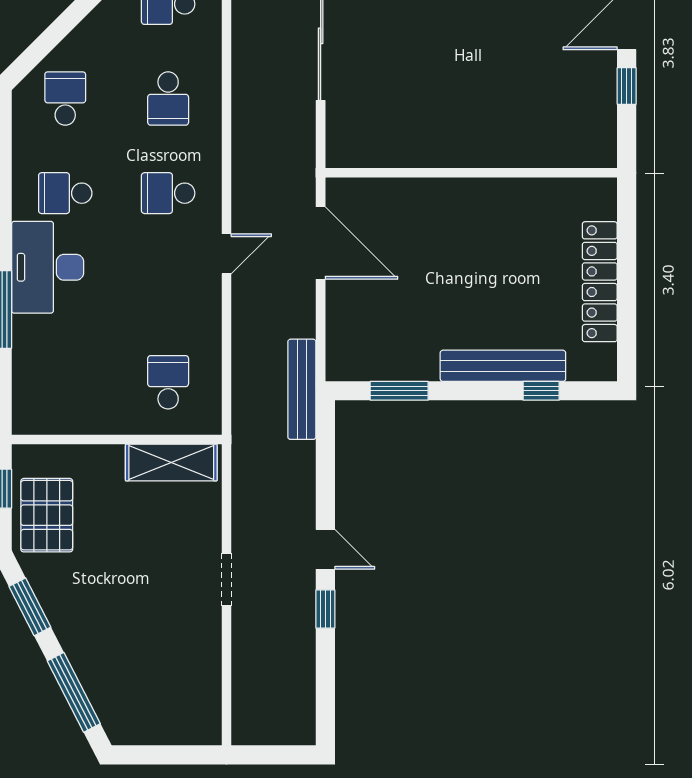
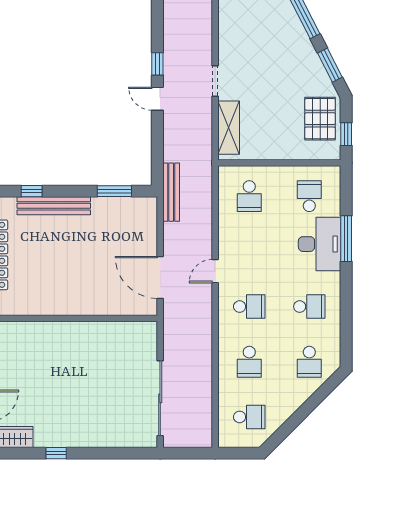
school desk: (168, 99) -> (249, 362), turned 180
desk: (48, 267) -> (320, 244), moved
school desk: (65, 382) -> (309, 196), added
shelving: (171, 463) -> (229, 128), moved, turned 90

